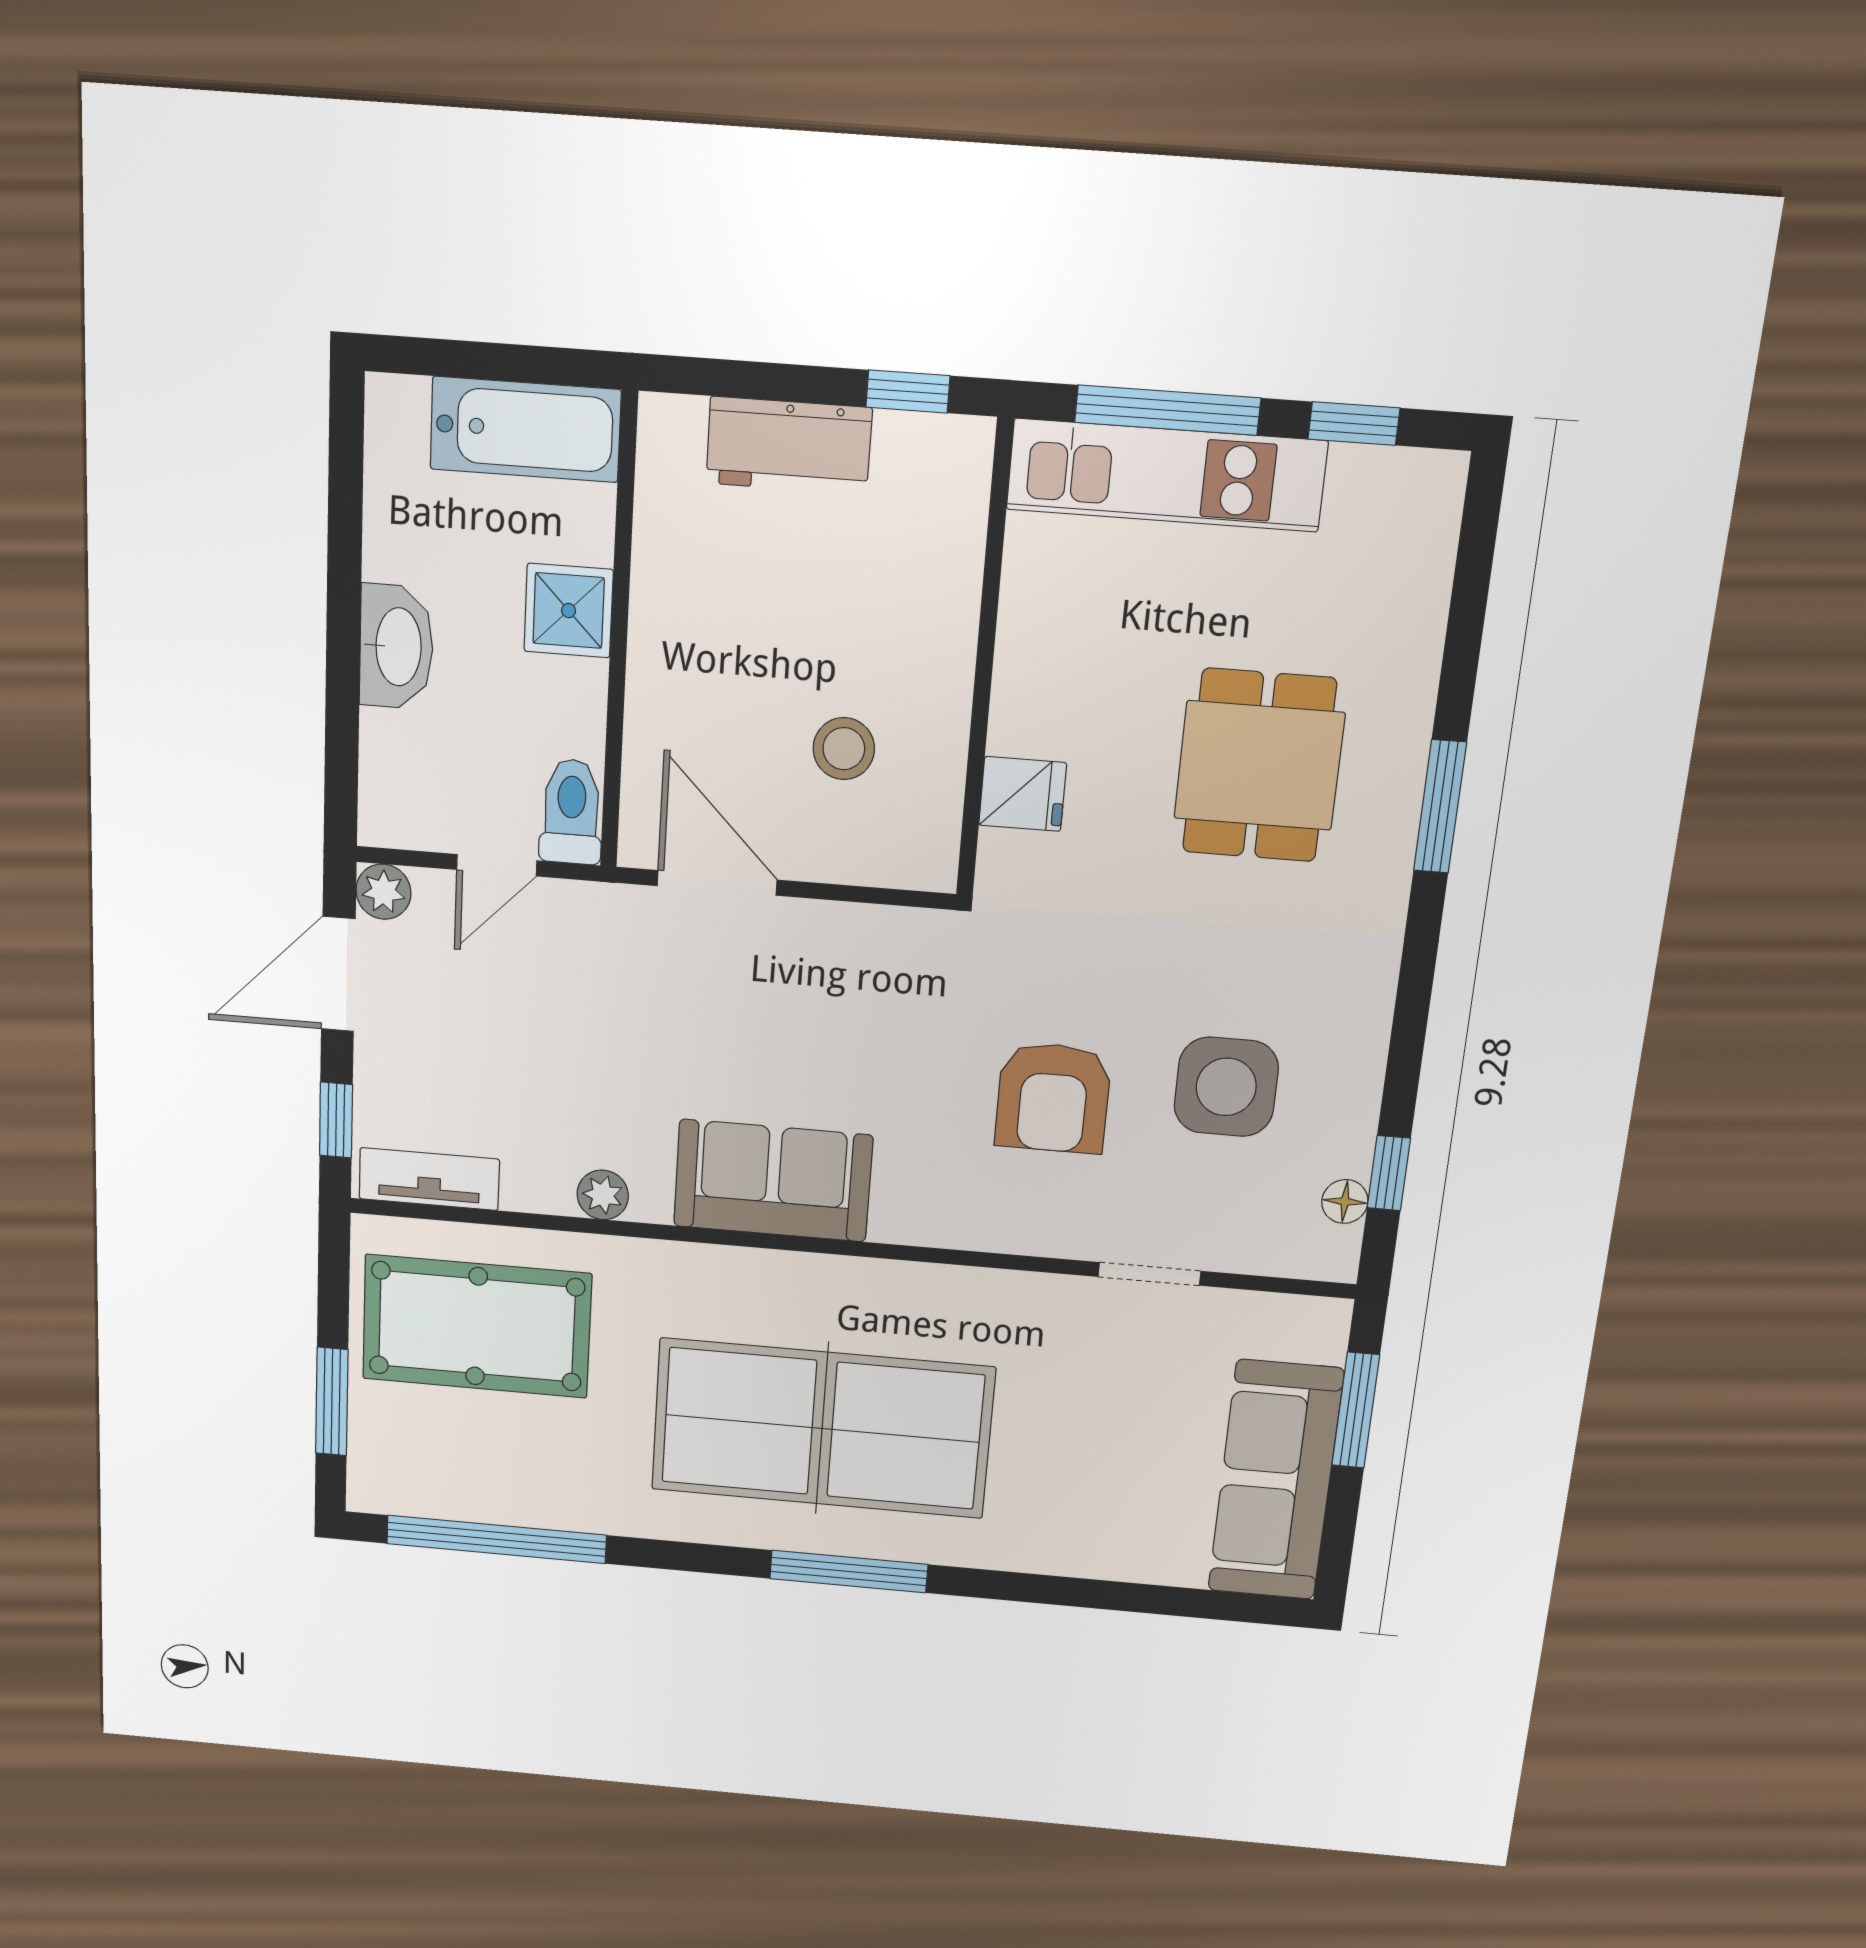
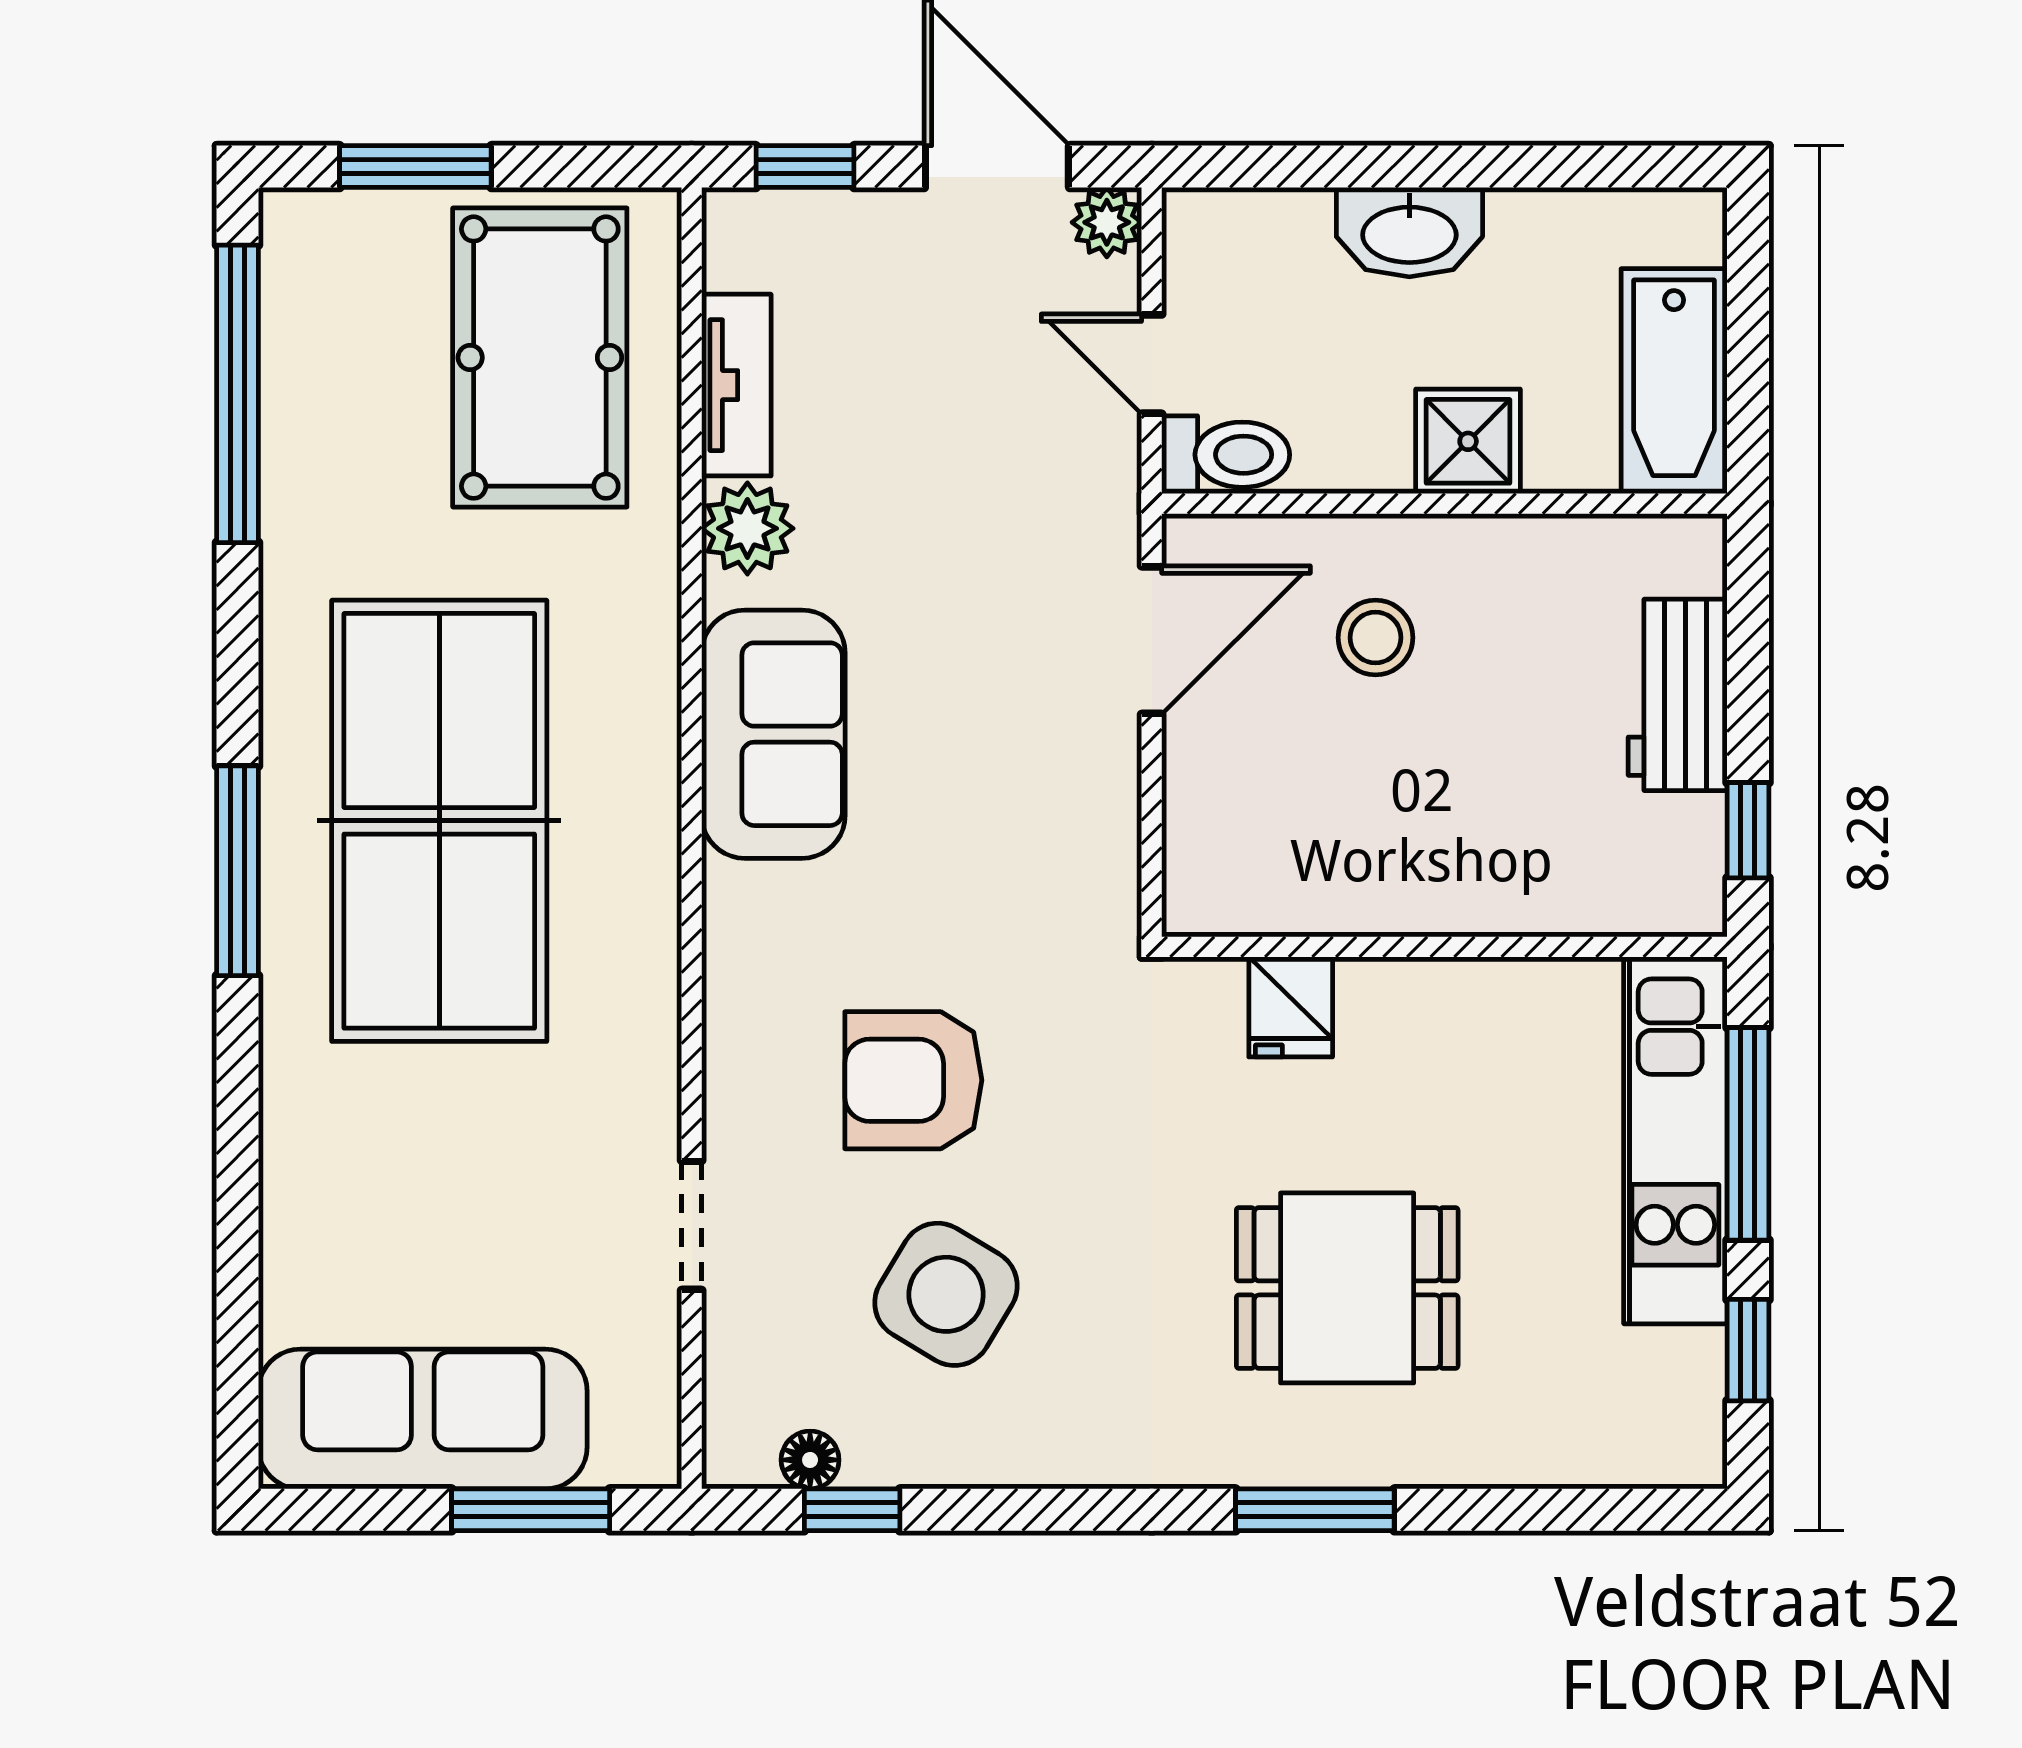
stool: (844, 749) -> (1375, 638), moved
side table: (1226, 1087) -> (946, 1294), turned 31
tv unit: (429, 1179) -> (736, 385), moved
plant: (603, 1195) -> (747, 528), width x1.38, depth x1.38

